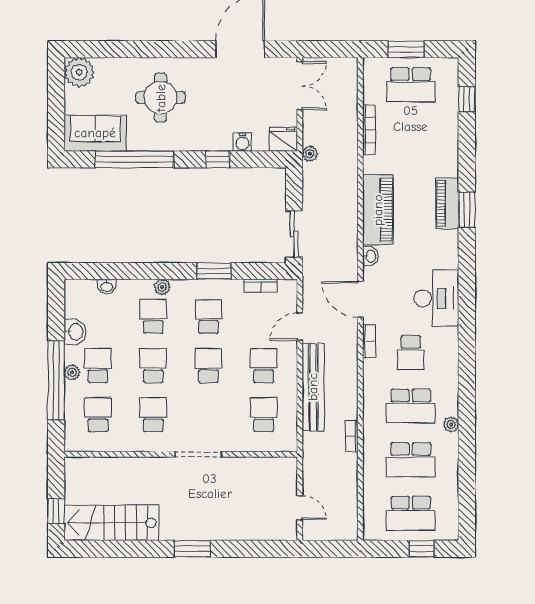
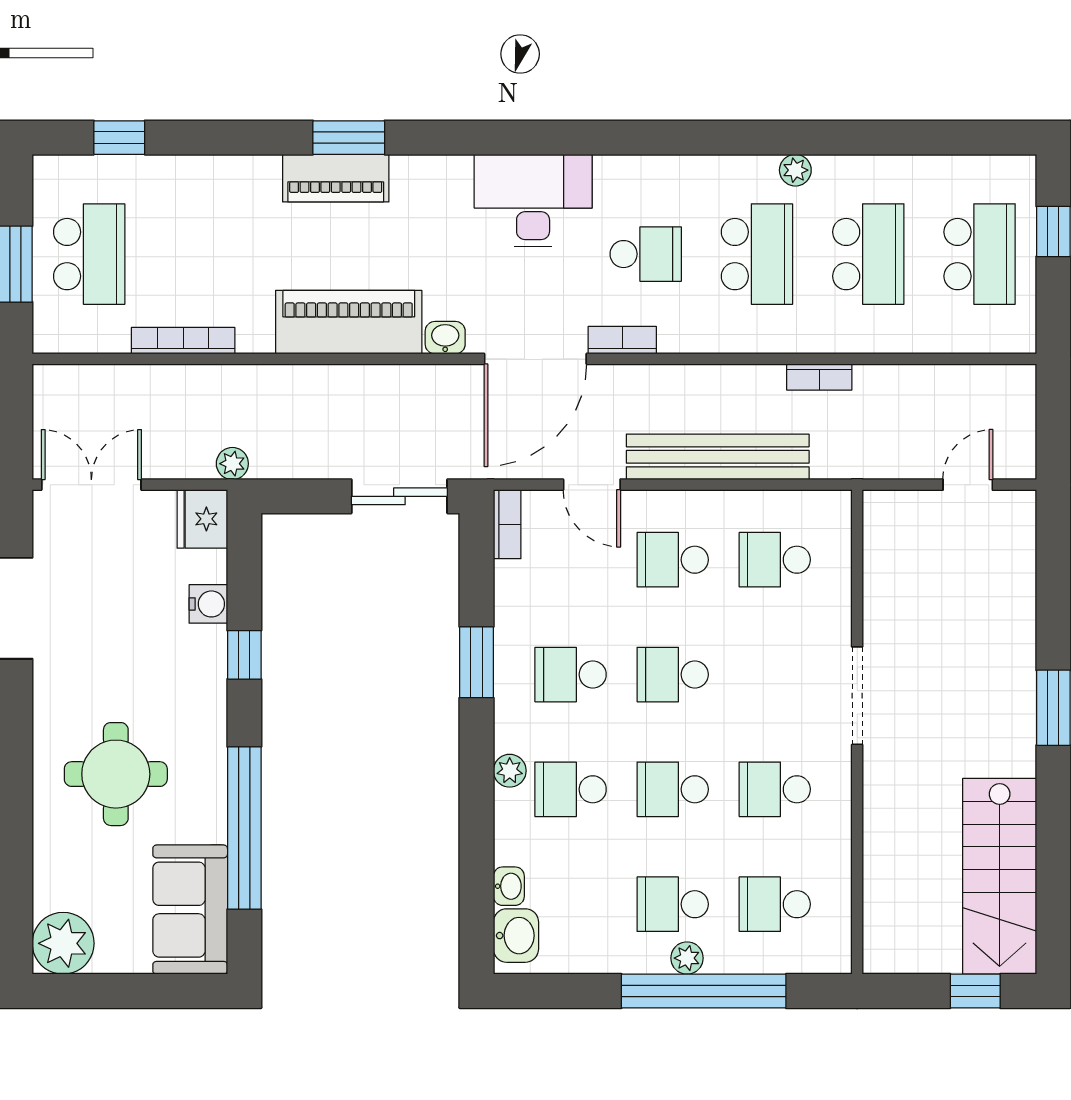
bookcase: (261, 286) -> (507, 524), moved
door: (360, 299) -> (535, 359), width x1.36
washbasin: (75, 332) -> (516, 936), moved, turned 90

